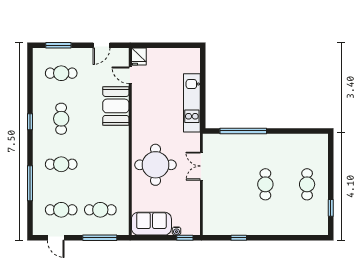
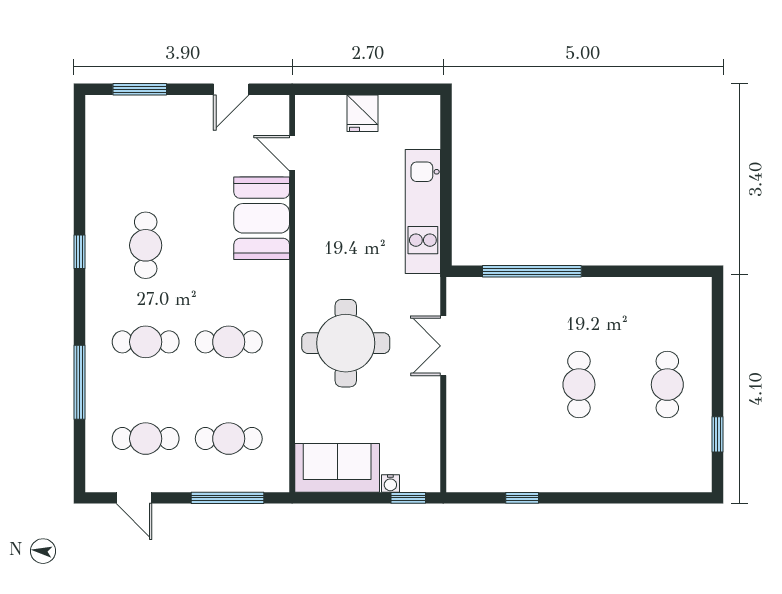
fridge: (139, 56) -> (363, 113), moved
cafe table: (61, 73) -> (229, 342), moved

